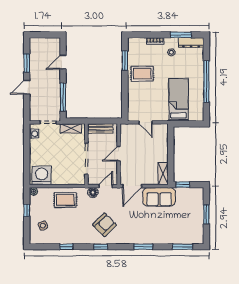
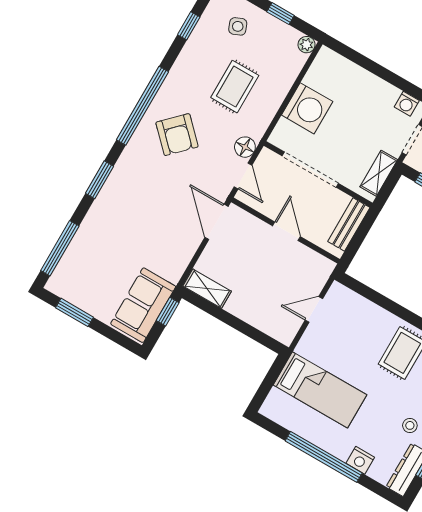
nightstand: (199, 65) -> (360, 460), added
washing machine: (42, 175) -> (307, 108), moved
sofa: (159, 197) -> (143, 305), moved
rug: (65, 200) -> (235, 87), moved
window: (206, 214) -> (74, 312), moved
window: (66, 247) -> (189, 26), moved
window: (101, 247) -> (142, 106), width x3.17
window: (182, 247) -> (60, 248), width x1.44

